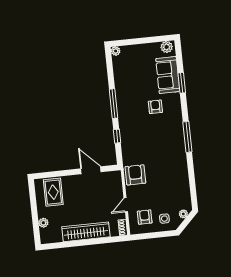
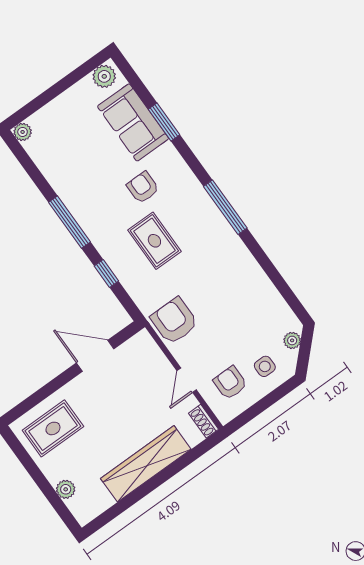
rug: (147, 134) -> (154, 241), added
rug: (53, 192) -> (53, 428), turned 90

